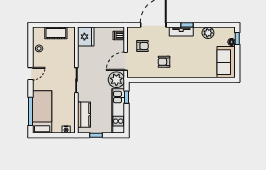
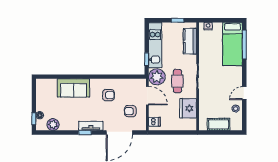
plant: (208, 33) -> (53, 125), moved
fridge: (86, 37) -> (188, 108), moved
door: (126, 61) -> (147, 96), hinge flipped
sofa: (226, 62) -> (73, 88), moved, turned 90
door: (30, 74) -> (244, 93), moved
cafe table: (96, 76) -> (177, 81), added

